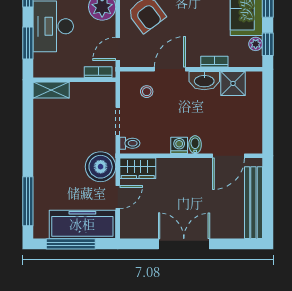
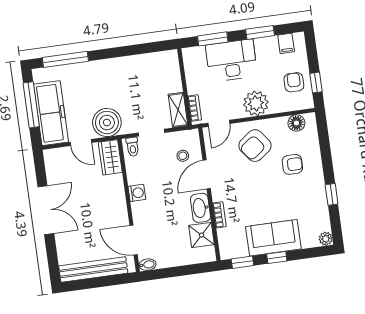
plant: (256, 44) -> (241, 251), removed
door: (118, 49) -> (219, 123), swing flipped
door: (170, 69) -> (207, 174), swing flipped
shelving: (51, 90) -> (178, 110), moved
bidet: (195, 145) -> (148, 265), moved

